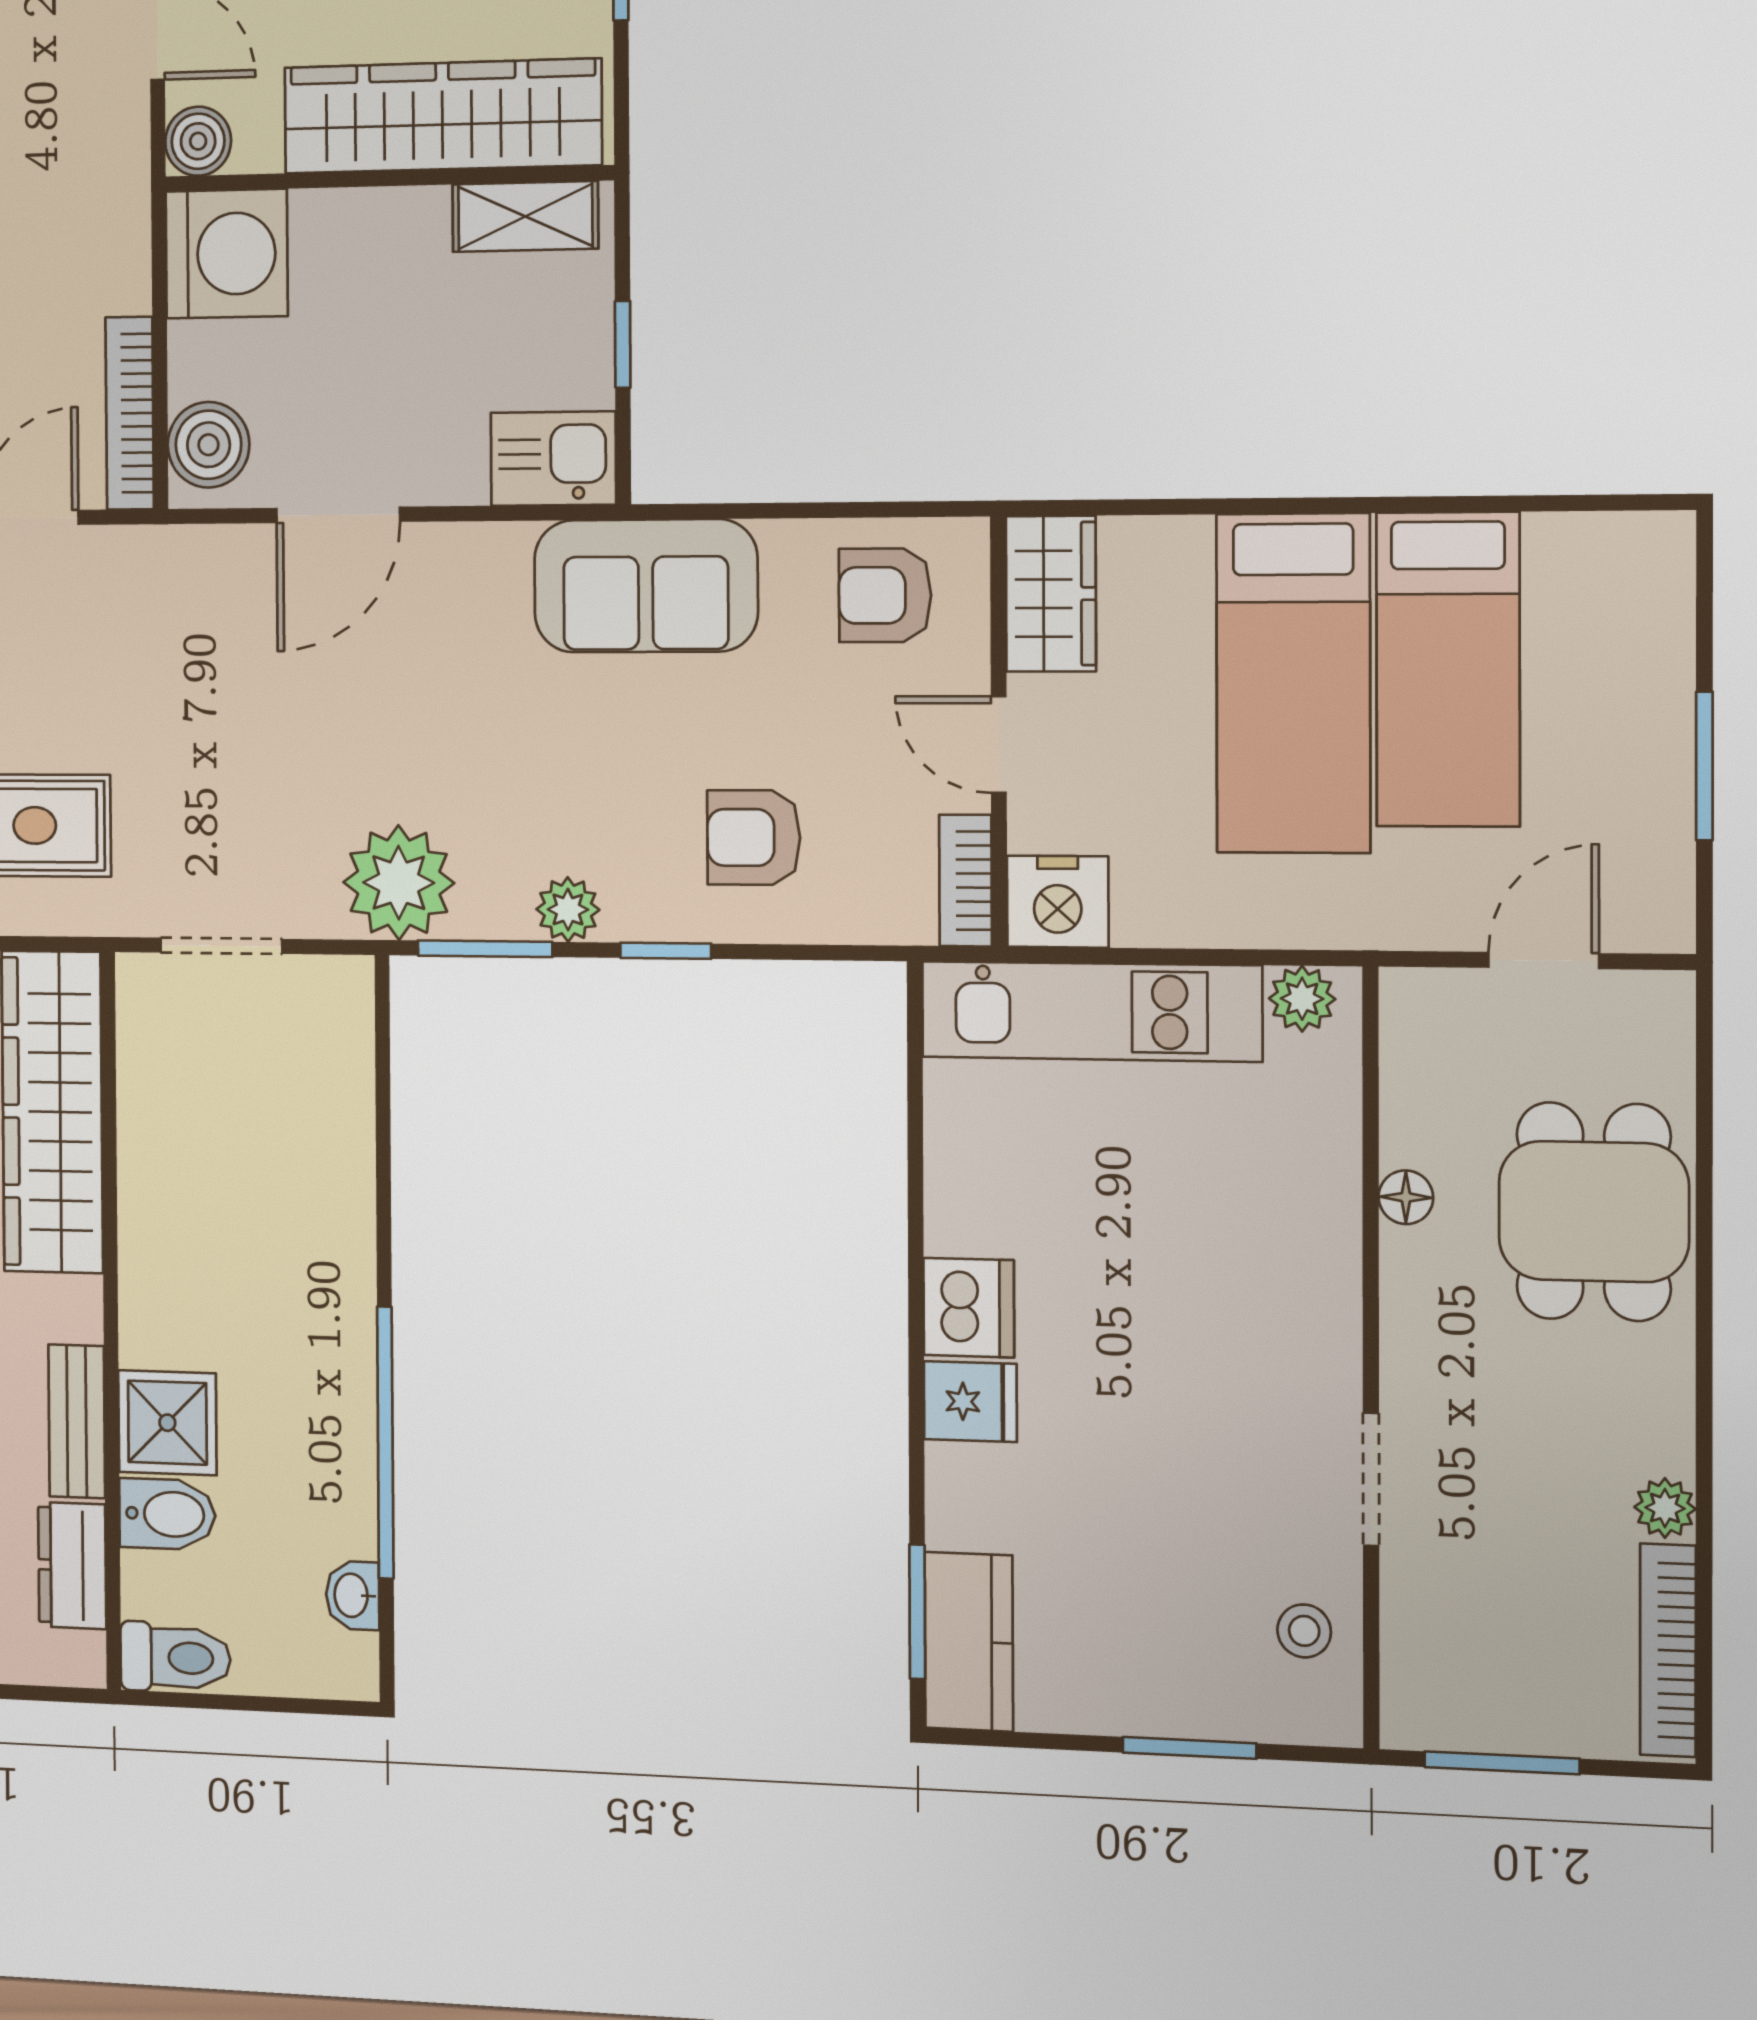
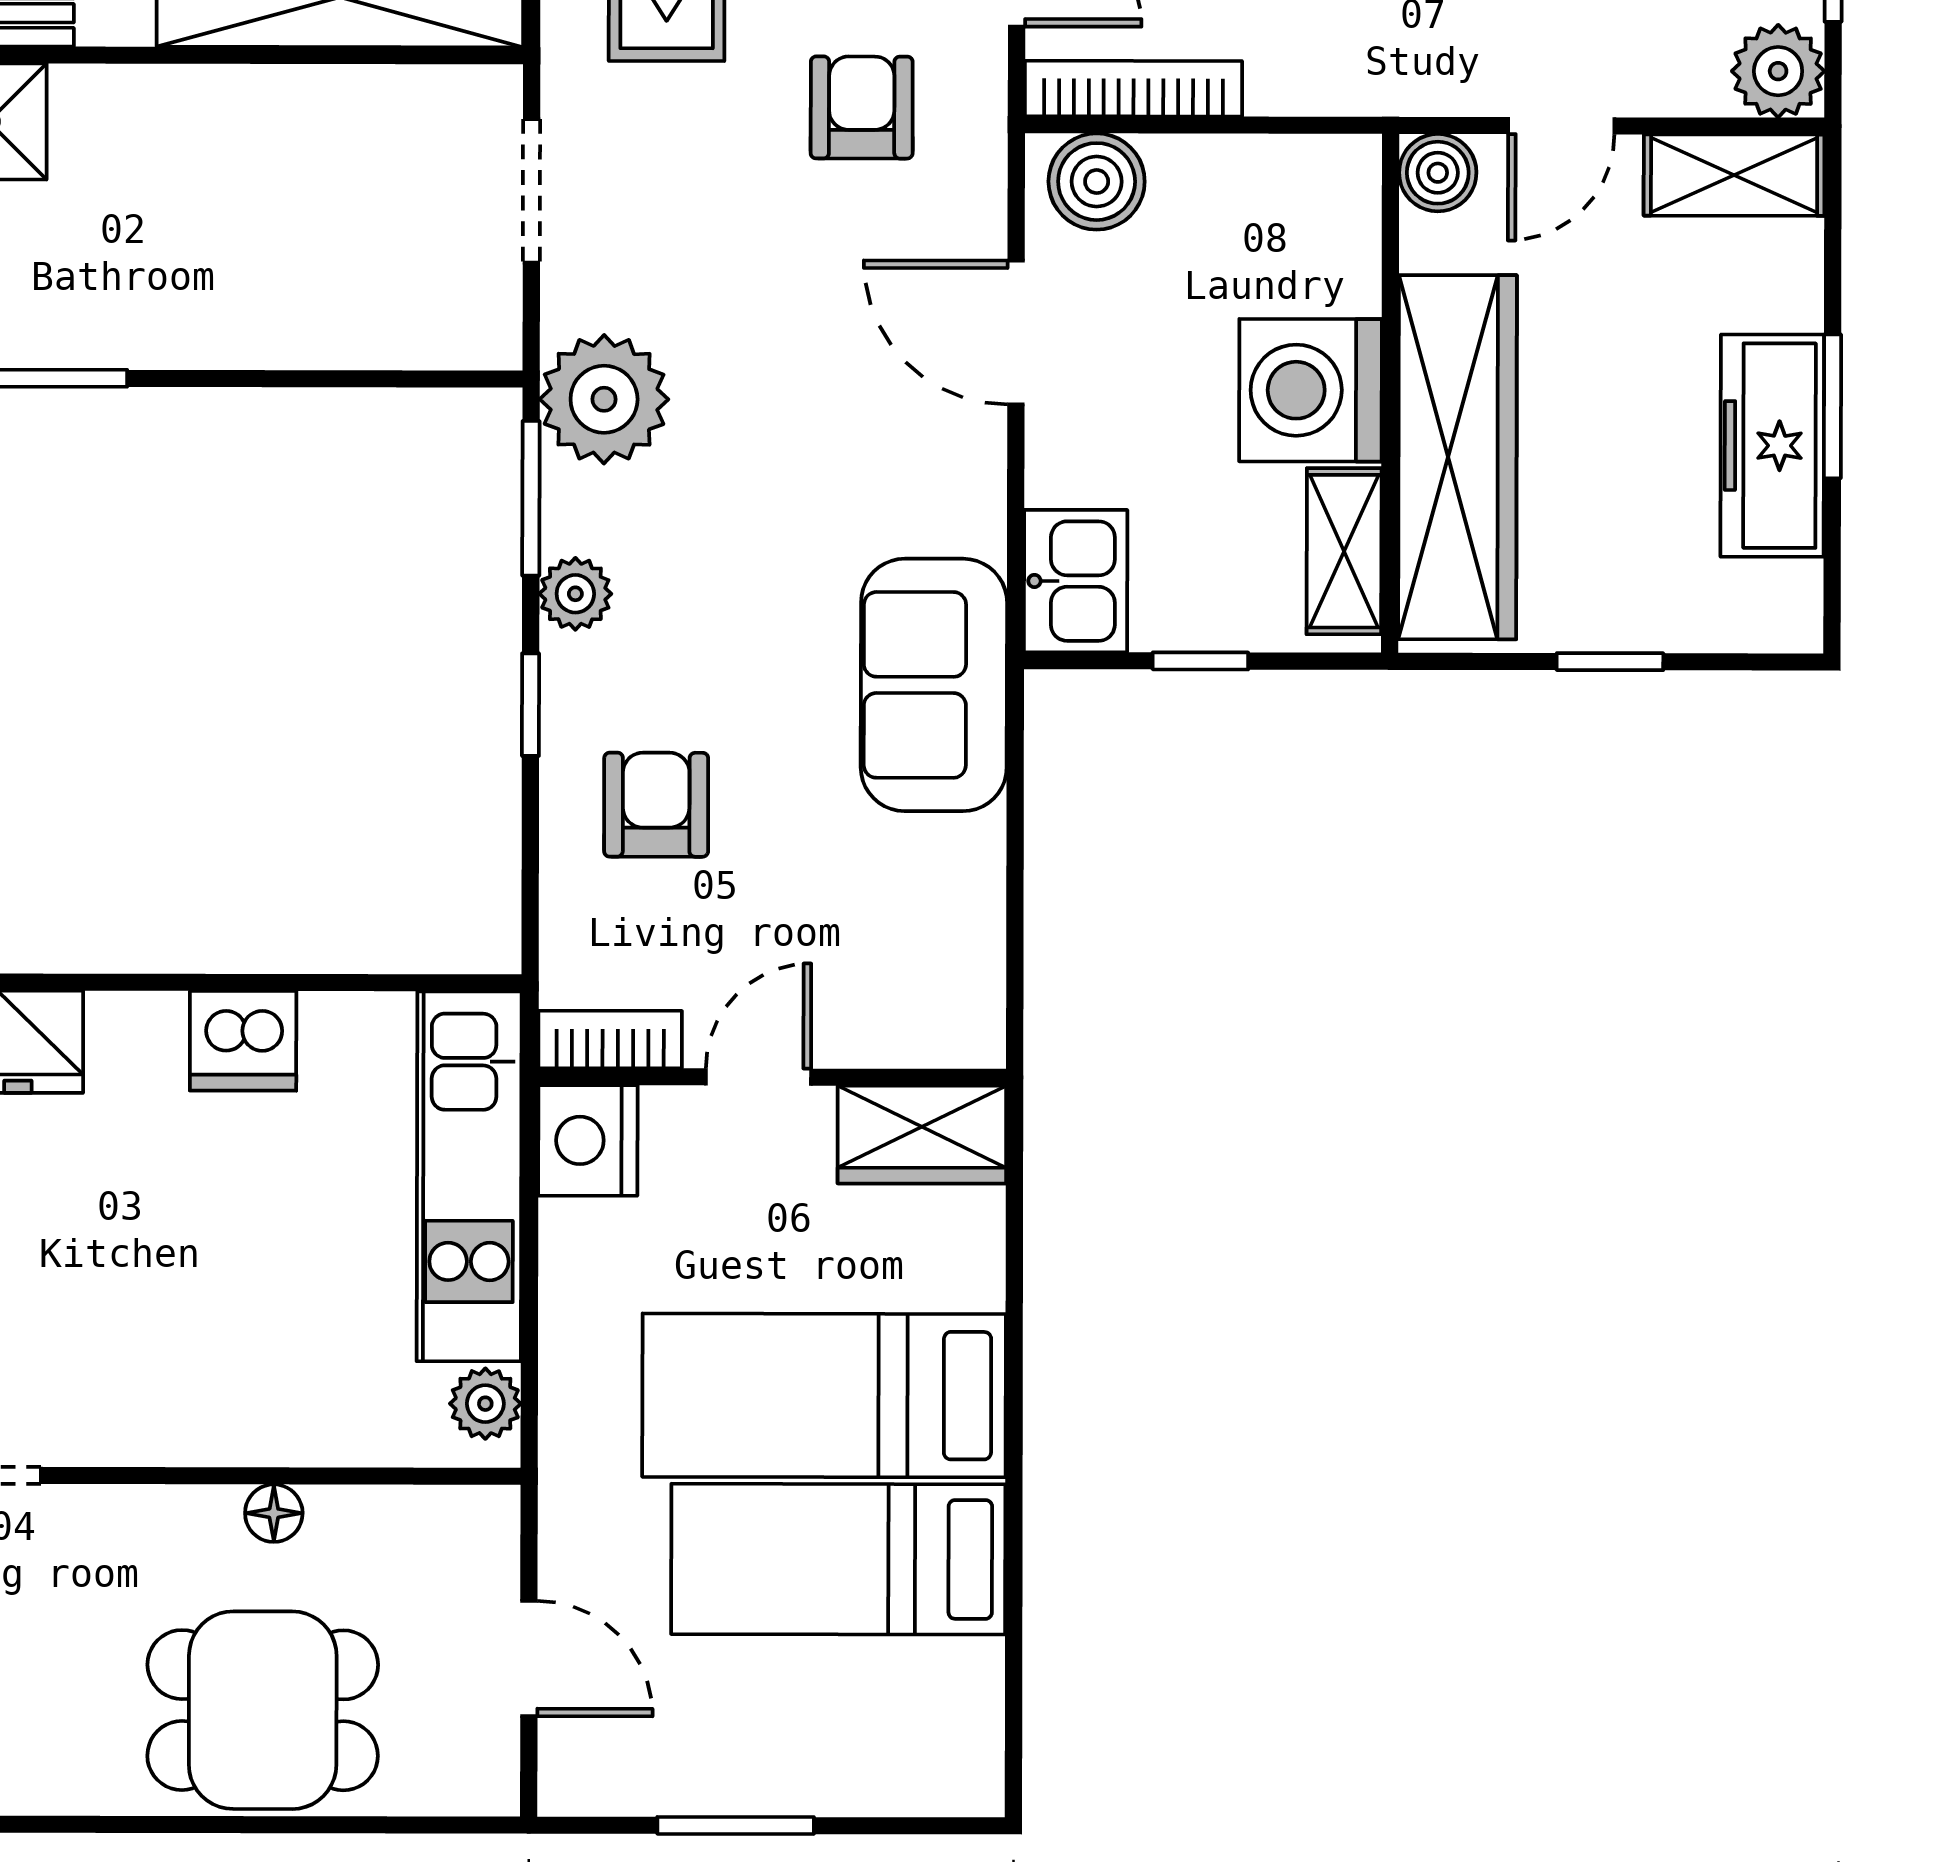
washing machine: (227, 254) -> (1310, 390), moved, turned 90
armchair: (885, 595) -> (862, 107), moved
dishwasher: (969, 1308) -> (243, 1041), moved

